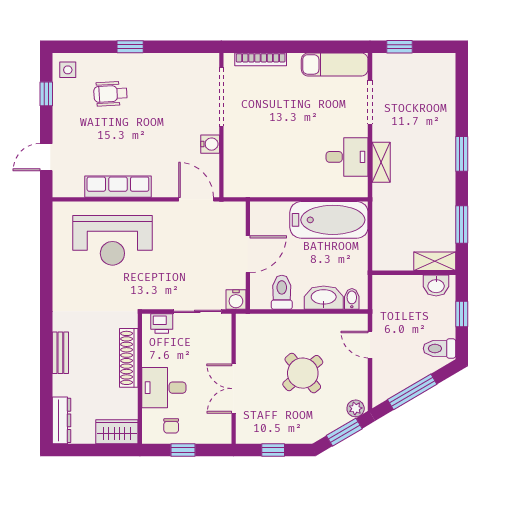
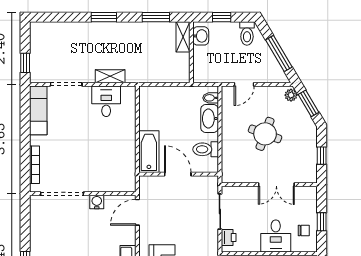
bathtub: (329, 220) -> (149, 152), moved, width x0.73, depth x0.73
water cooler: (236, 300) -> (211, 183), removed
round table: (303, 373) -> (265, 134), turned -30

